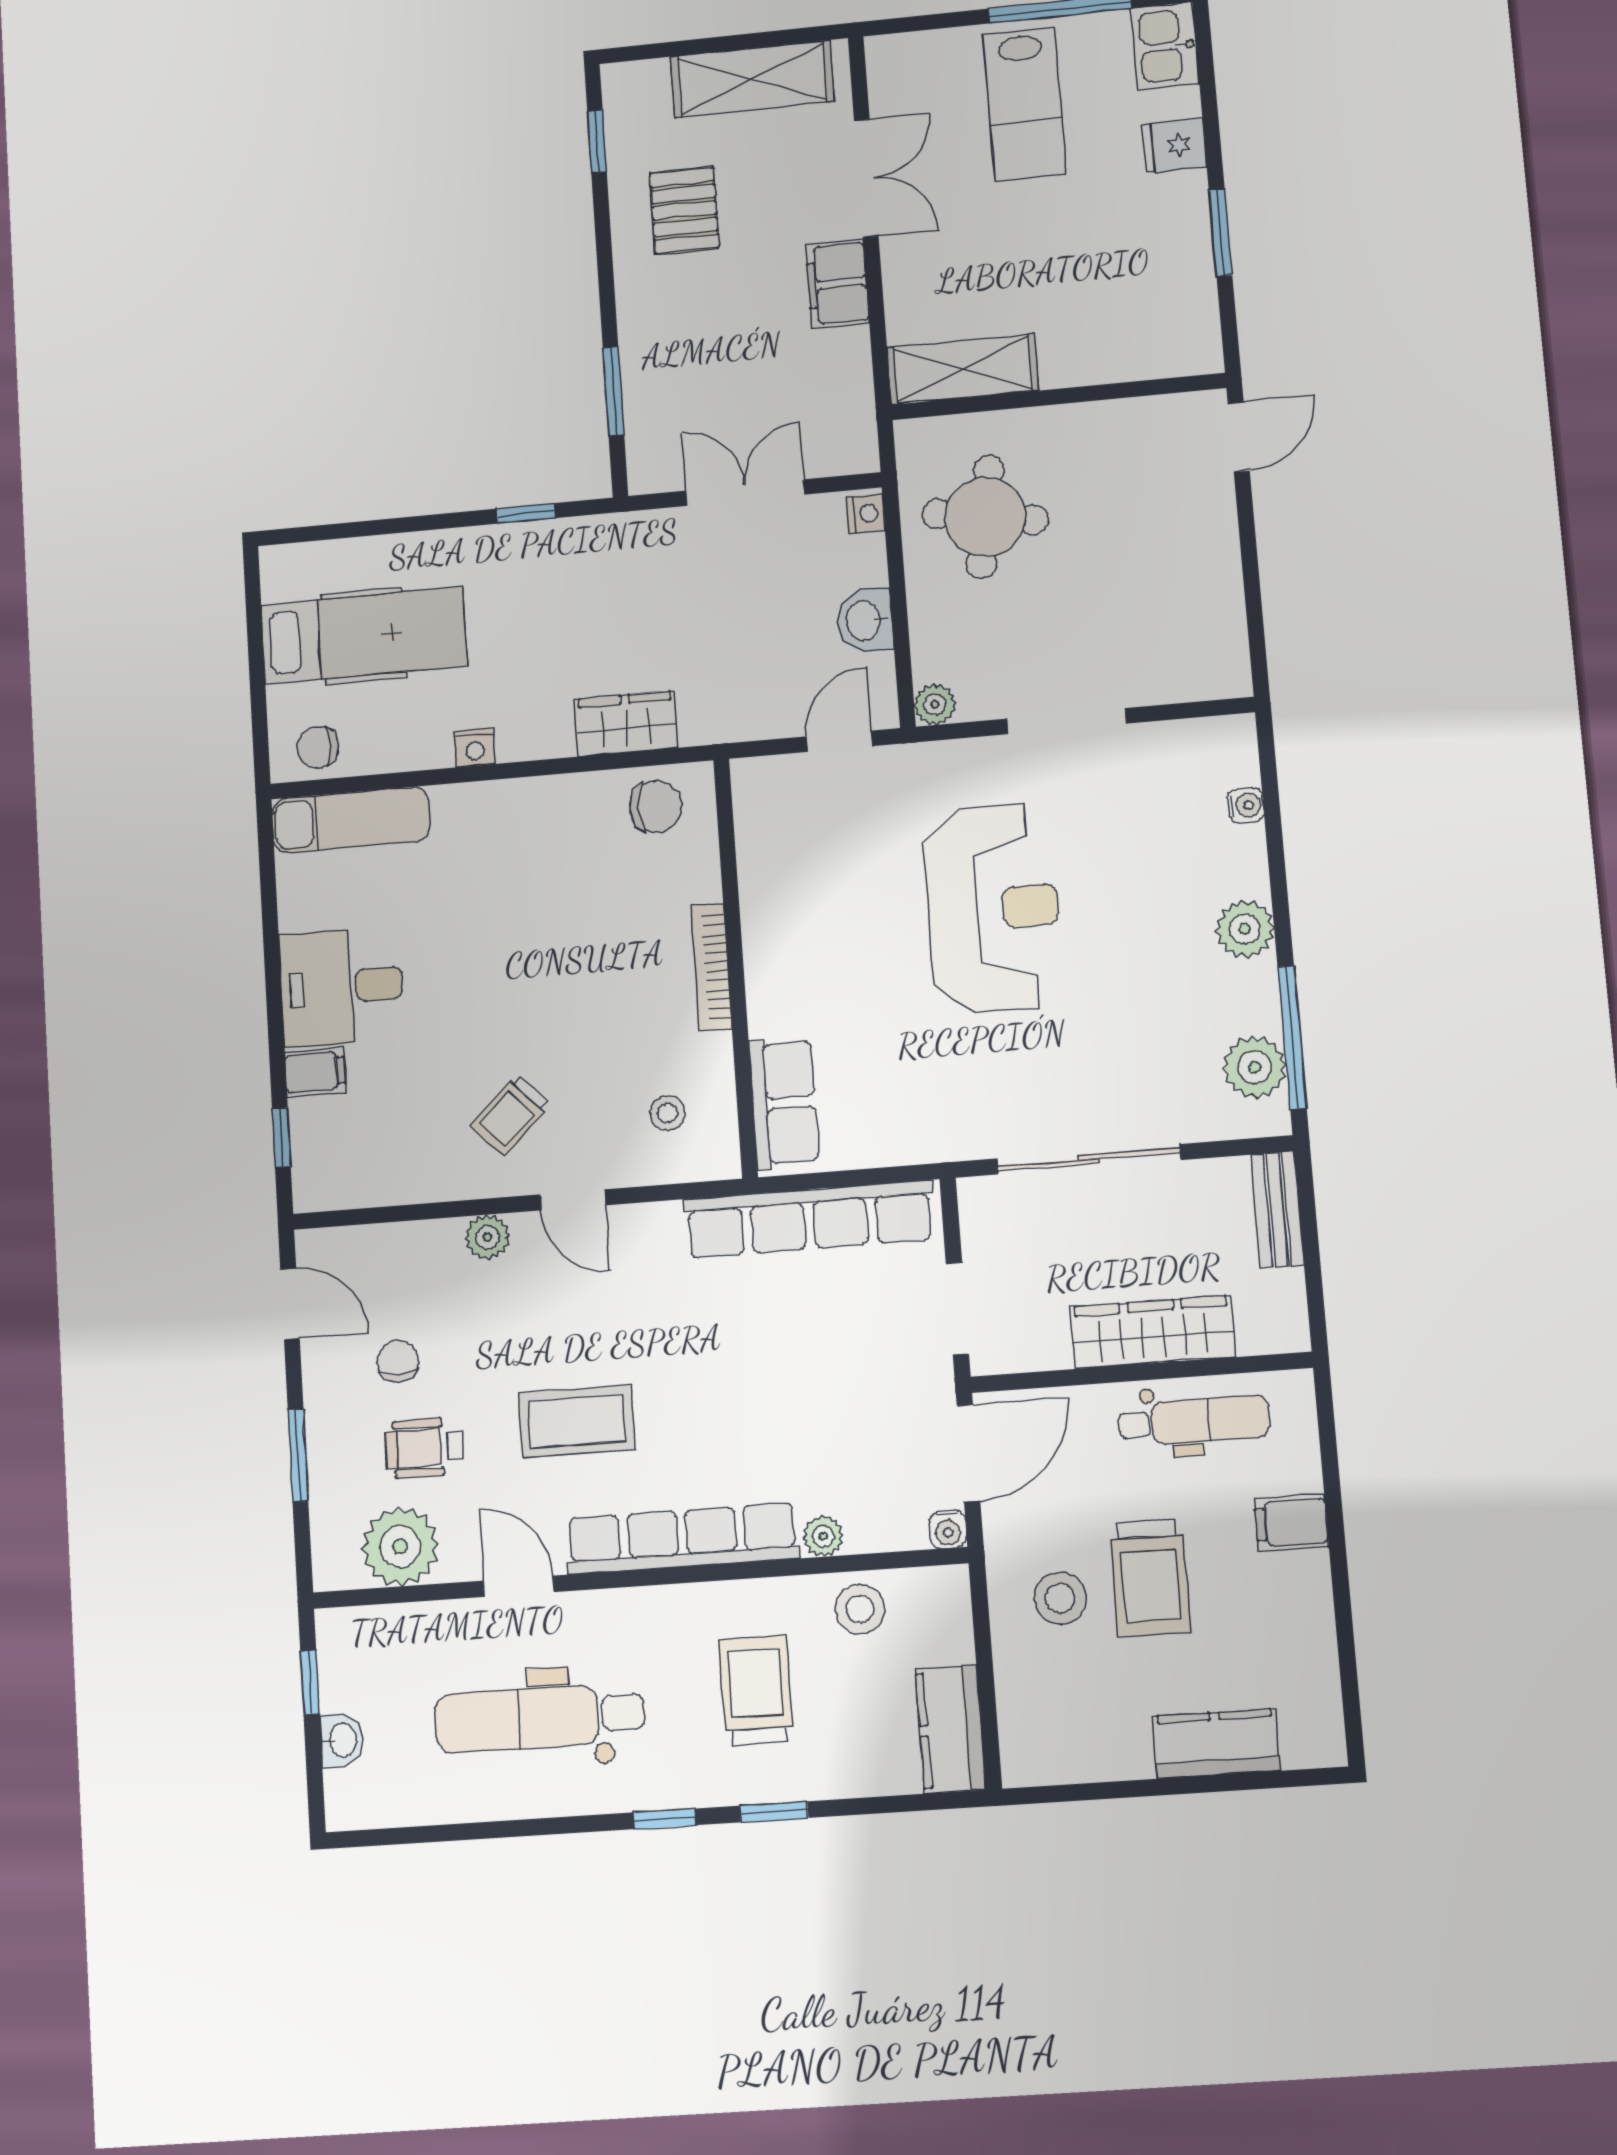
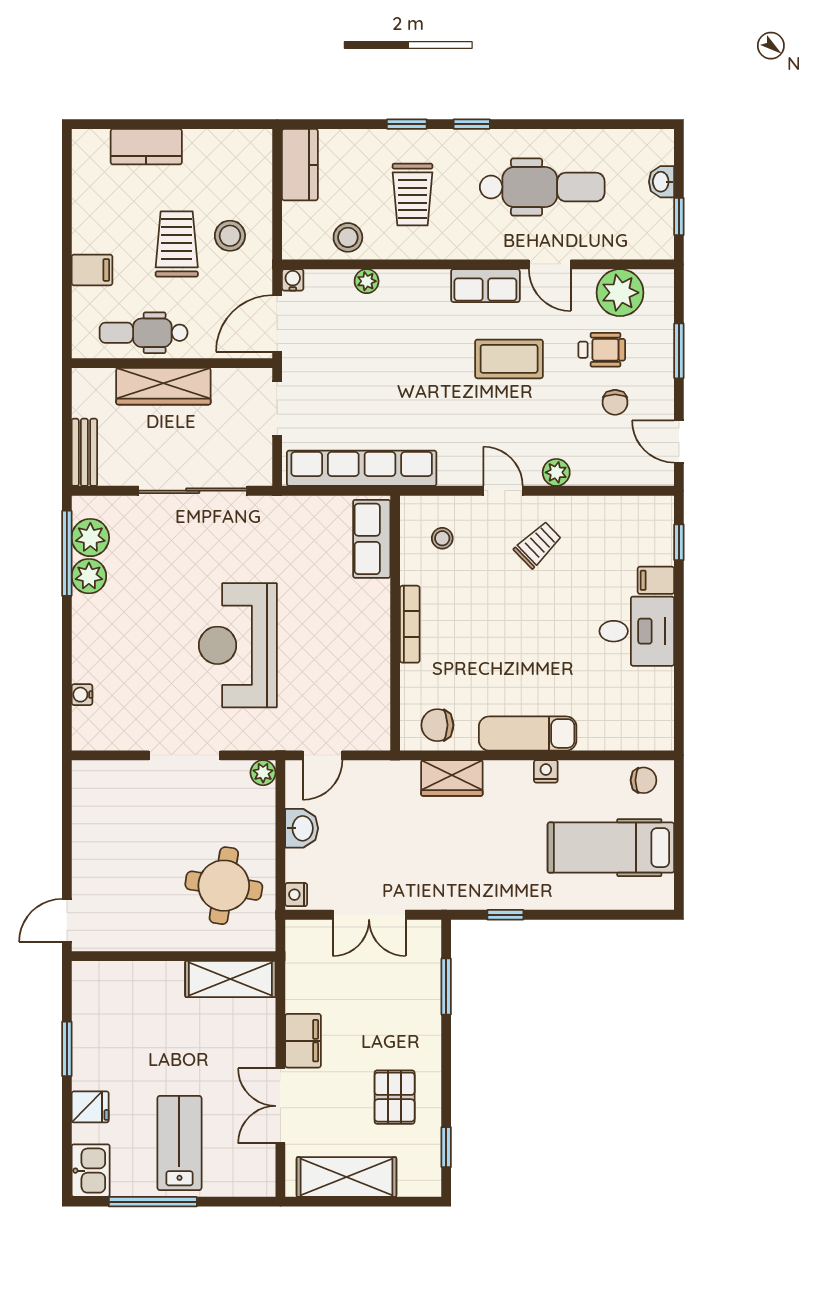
exam couch: (351, 820) -> (528, 733), moved
plant: (1245, 929) -> (89, 576), moved
row of seats: (682, 1539) -> (485, 286), width x0.50

